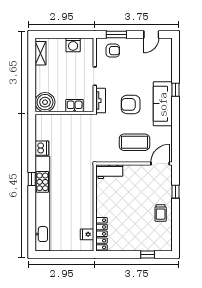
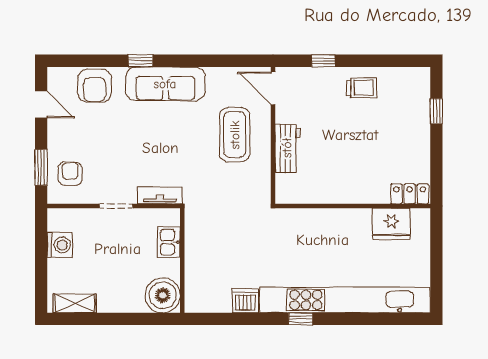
armchair: (131, 104) -> (95, 86), moved
workbench: (109, 172) -> (287, 148), moved
fridge: (87, 234) -> (391, 224), width x1.88, depth x1.34
locker: (101, 234) -> (410, 194), width x0.66

